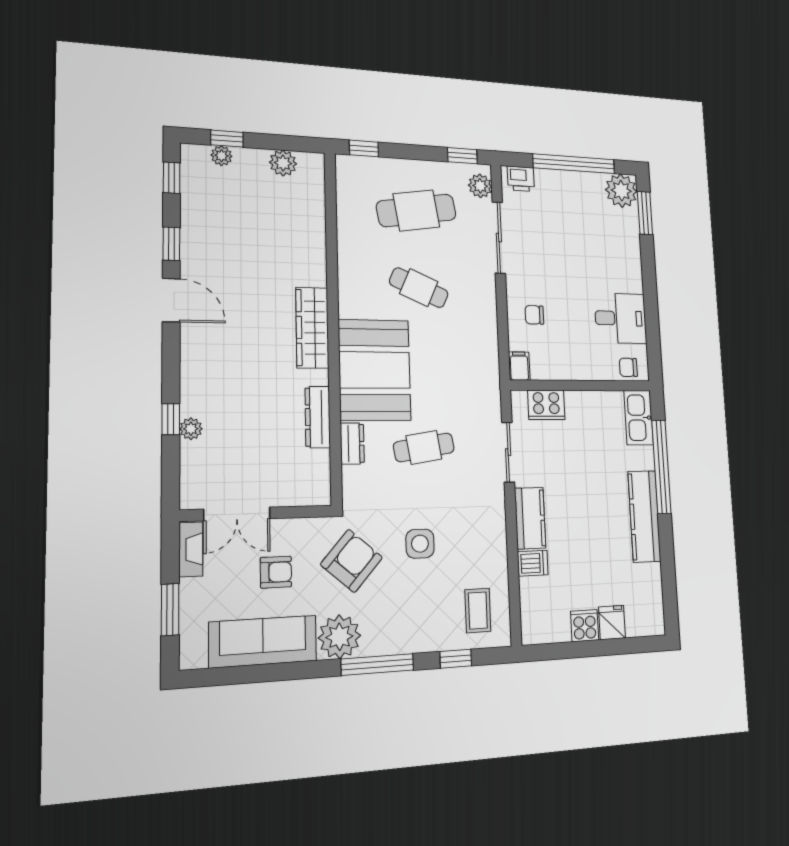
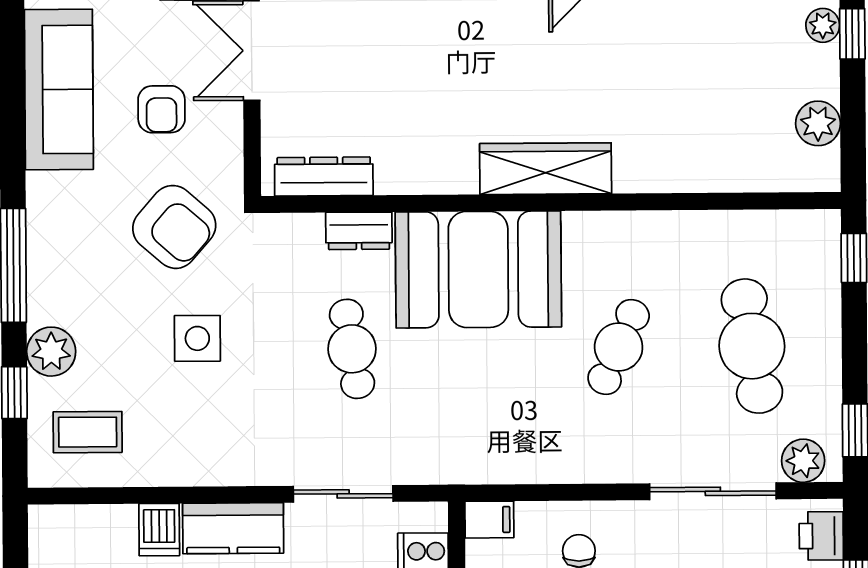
dresser: (318, 417) -> (324, 176), moved
plant: (339, 637) -> (51, 352), moved, width x0.73, depth x0.73

